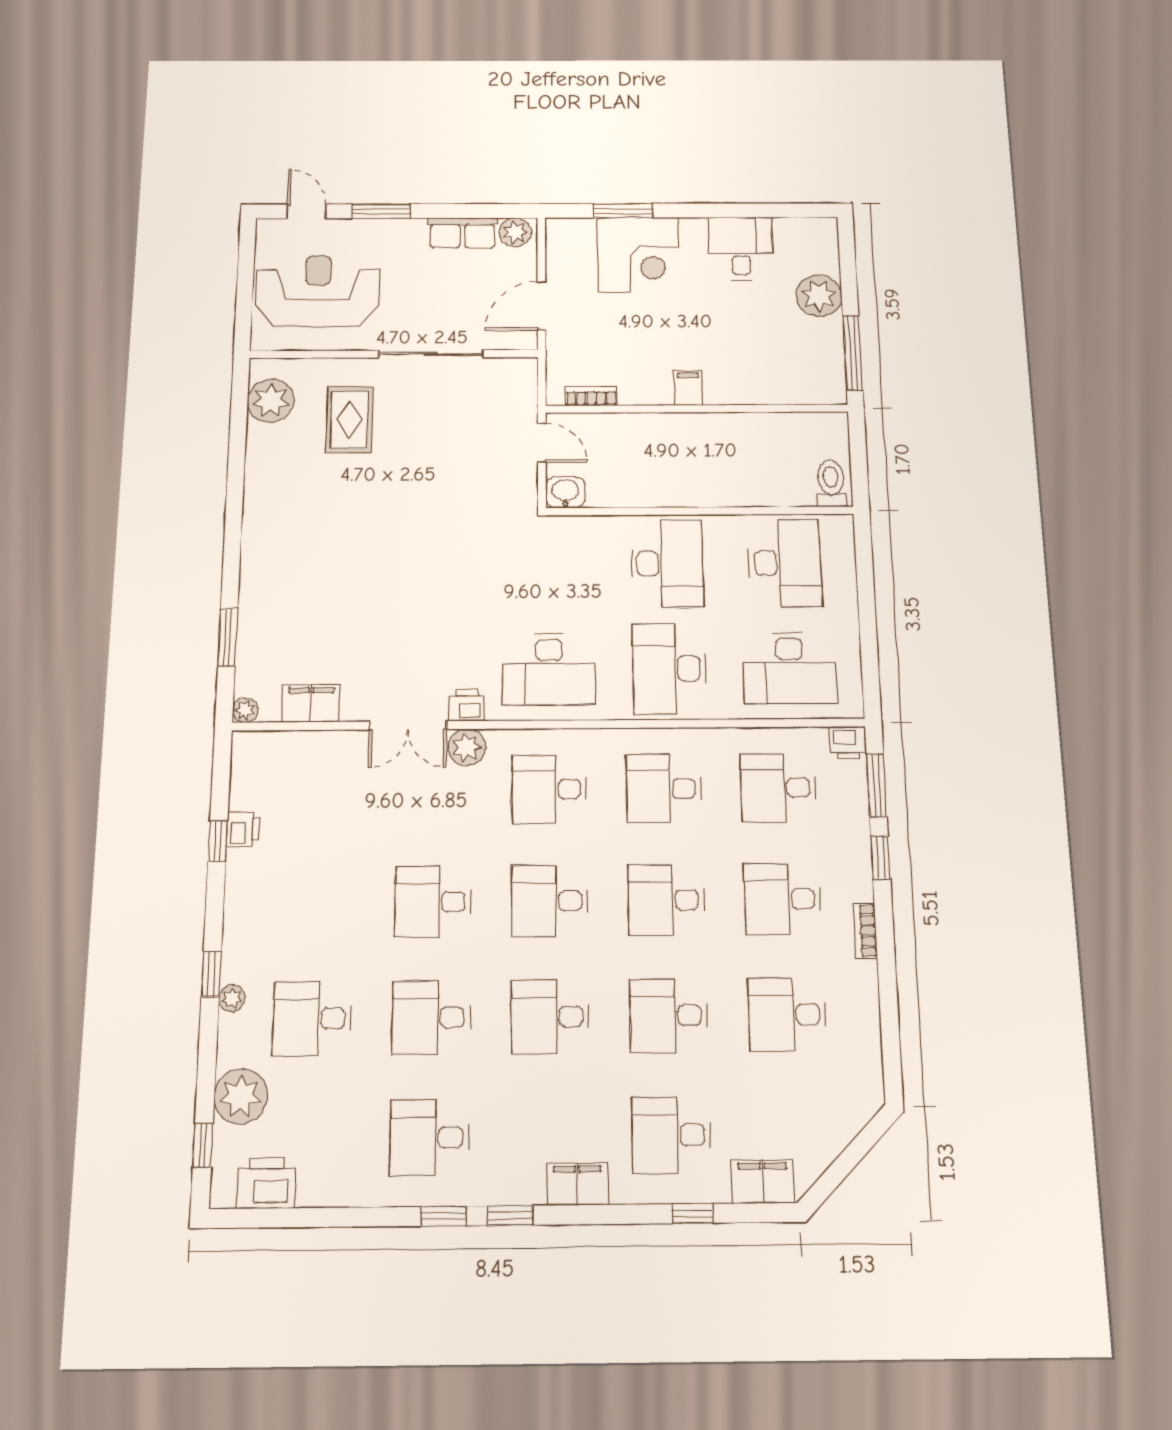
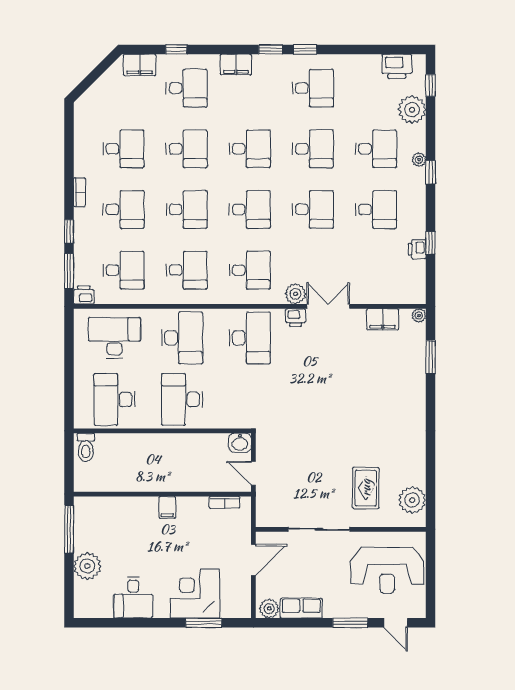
desk: (549, 669) -> (250, 338), turned 90
desk: (316, 903) -> (376, 209), added

